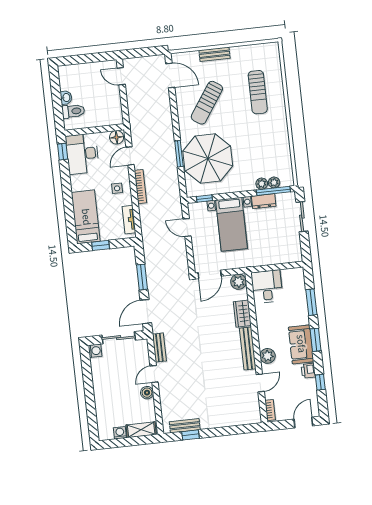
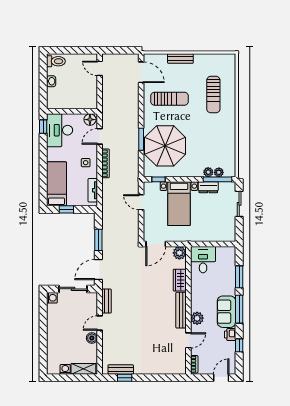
sun lounger: (207, 103) -> (170, 99), turned -124
toilet: (73, 111) -> (56, 61), moved
window: (316, 340) -> (239, 309), width x1.44

